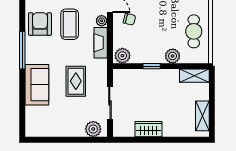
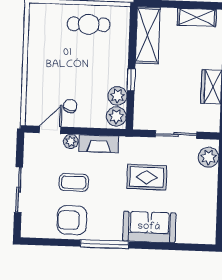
coffee table: (70, 24) -> (74, 182), width x0.73, depth x0.77
plant: (173, 56) -> (117, 96), moved
shelving: (194, 76) -> (148, 35), width x1.50, depth x1.33

